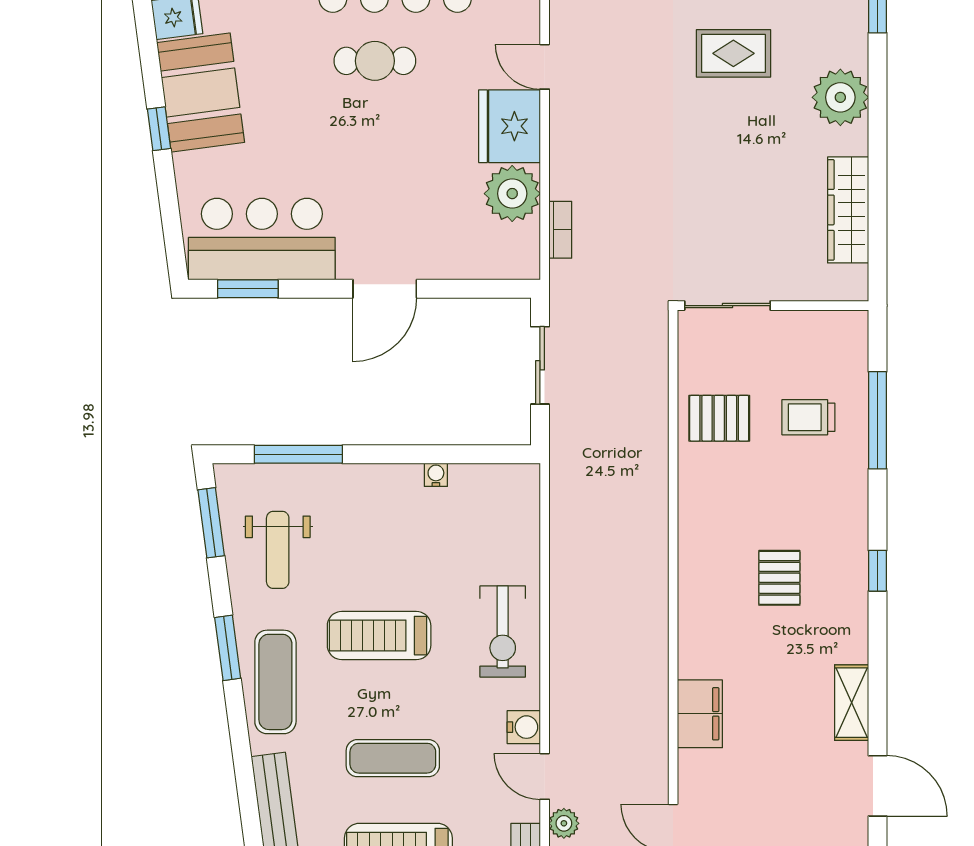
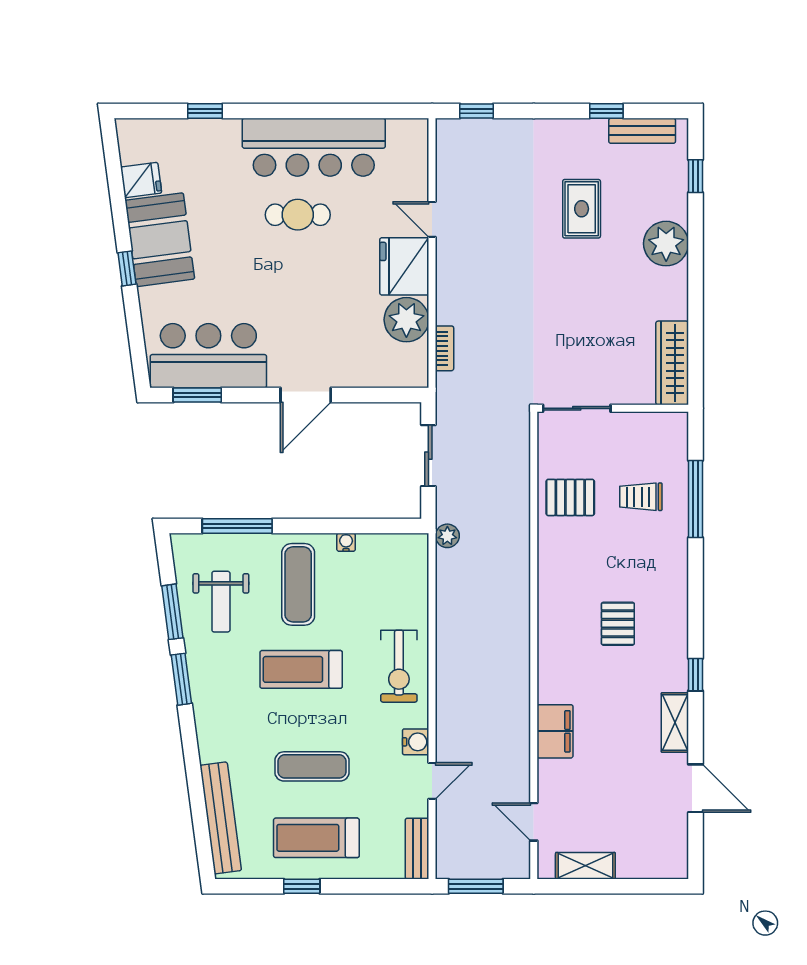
rug: (733, 53) -> (582, 209), turned 90
wardrobe: (848, 210) -> (672, 363), moved
window: (211, 523) -> (172, 612), moved
window: (878, 571) -> (695, 675), moved
exercise mat: (275, 682) -> (298, 584), moved
door: (545, 776) -> (432, 781), swing flipped
plant: (564, 823) -> (447, 536), moved

